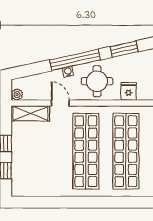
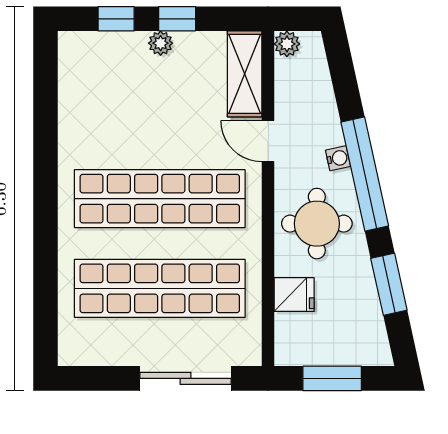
door: (60, 103) -> (268, 141), swing flipped
plant: (17, 151) -> (161, 43), added

